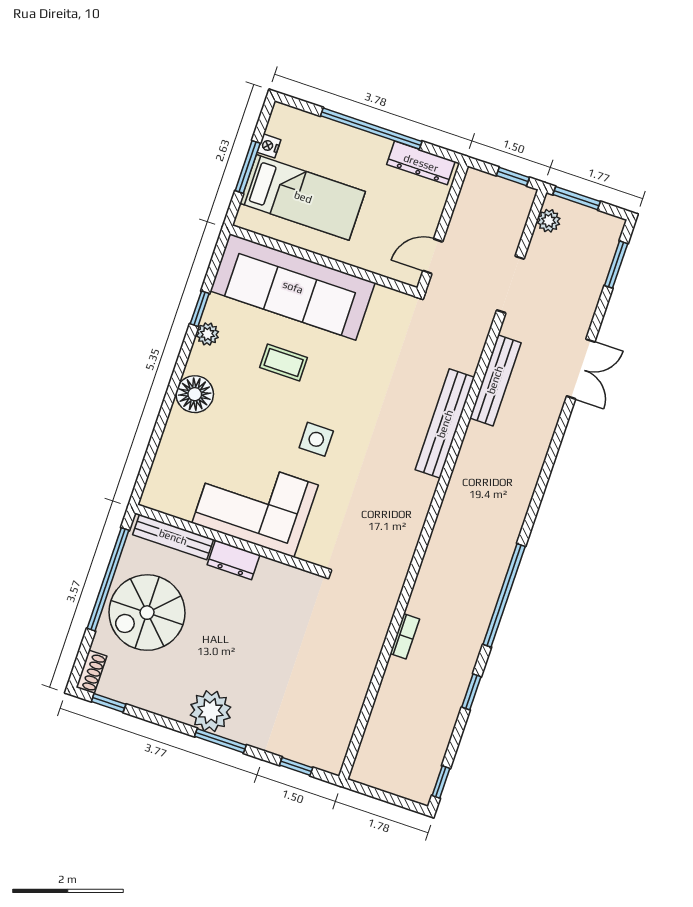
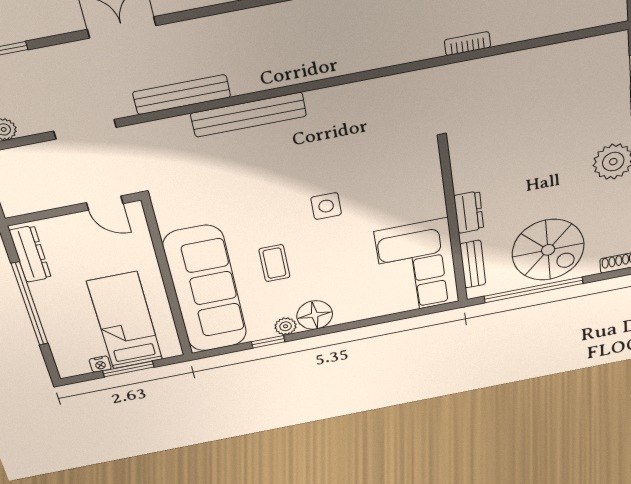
floor lamp: (195, 394) -> (315, 315), moved
corner sofa: (255, 504) -> (417, 267), moved
bench: (173, 537) -> (473, 264), width x0.73

